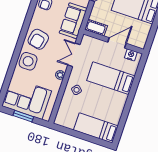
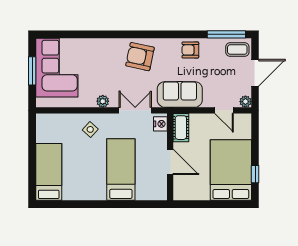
nightstand: (131, 55) -> (160, 124), moved
side table: (28, 61) -> (106, 53), removed

